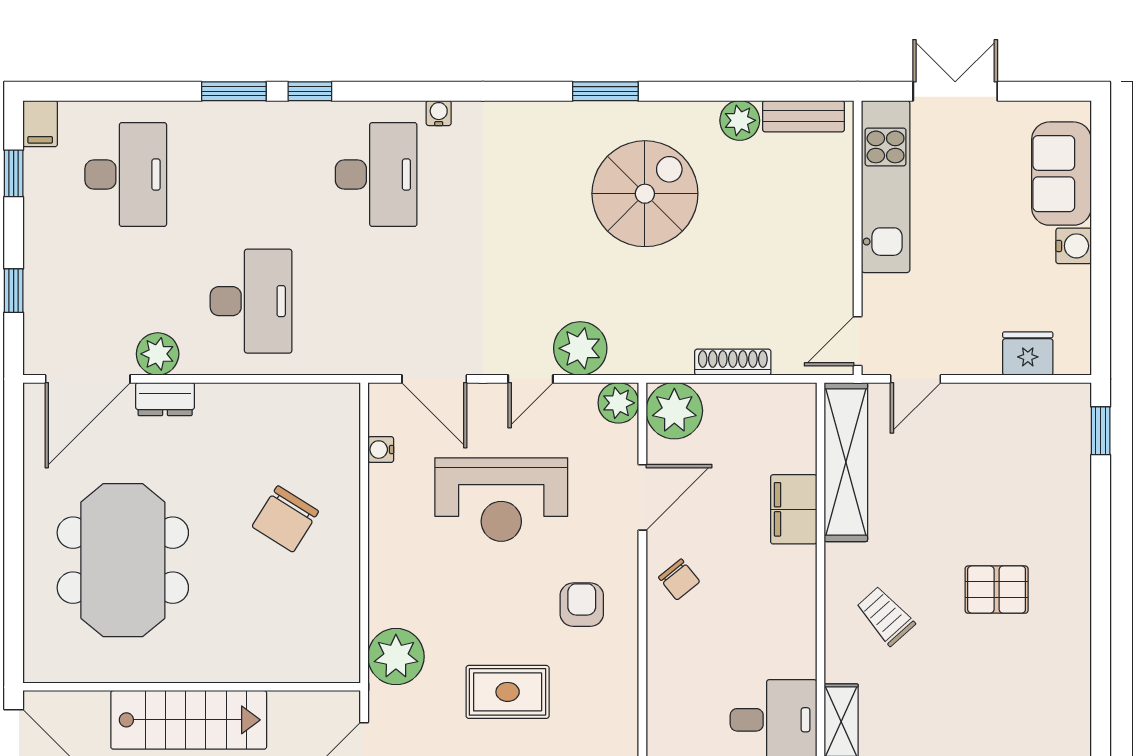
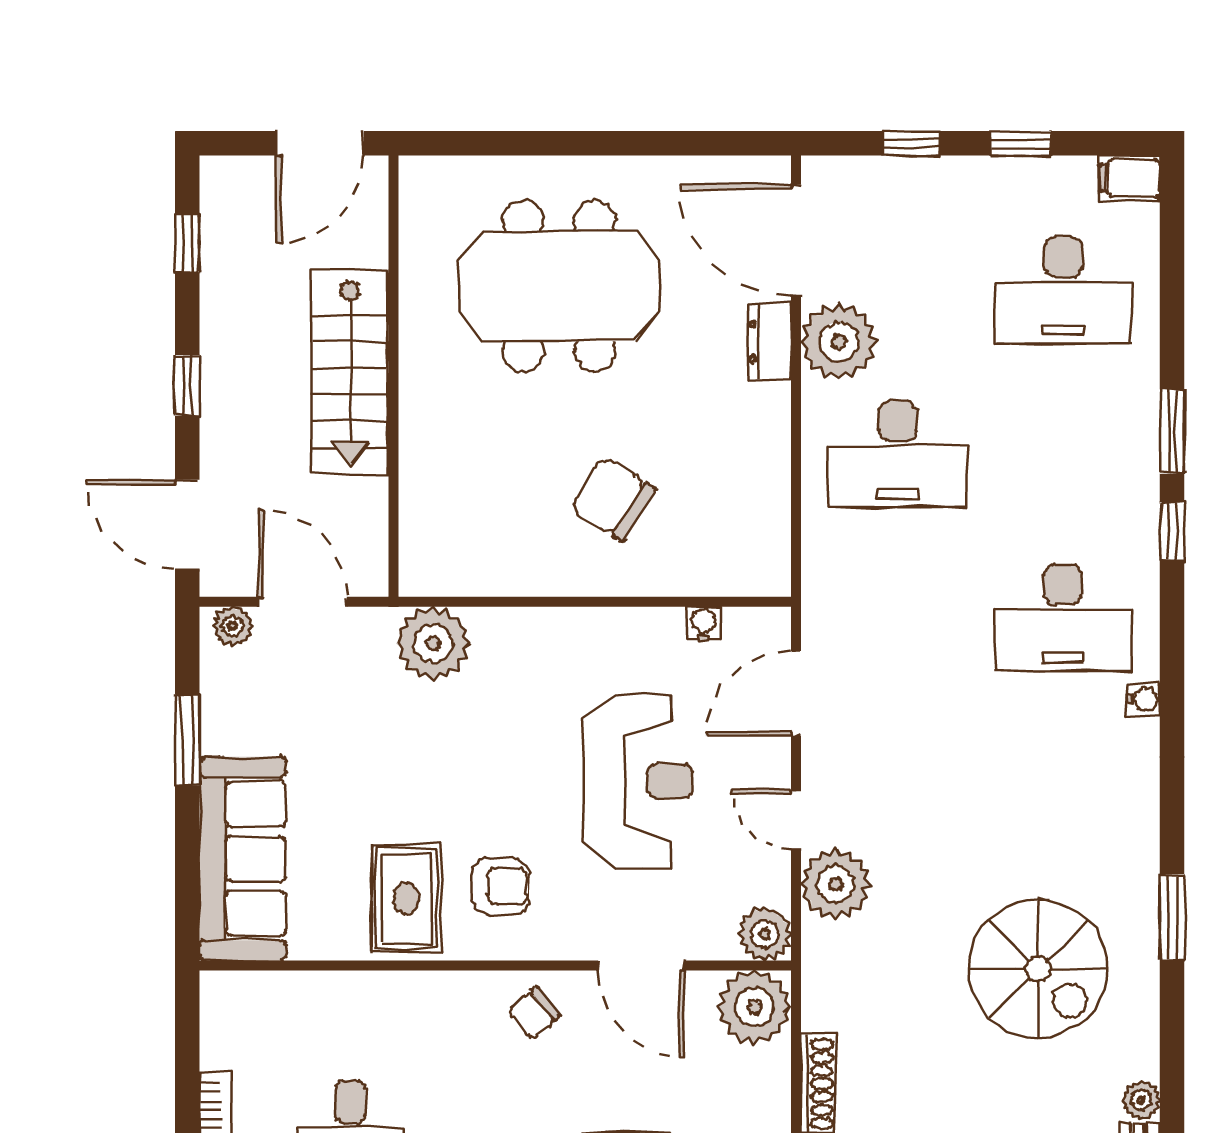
plant: (740, 120) -> (1141, 1100), width x0.73, depth x0.73
window: (14, 173) -> (1021, 143), moved
plant: (158, 354) -> (839, 342), width x1.36, depth x1.36
reception desk: (501, 500) -> (638, 781), turned 180
rug: (508, 692) -> (406, 899), moved

